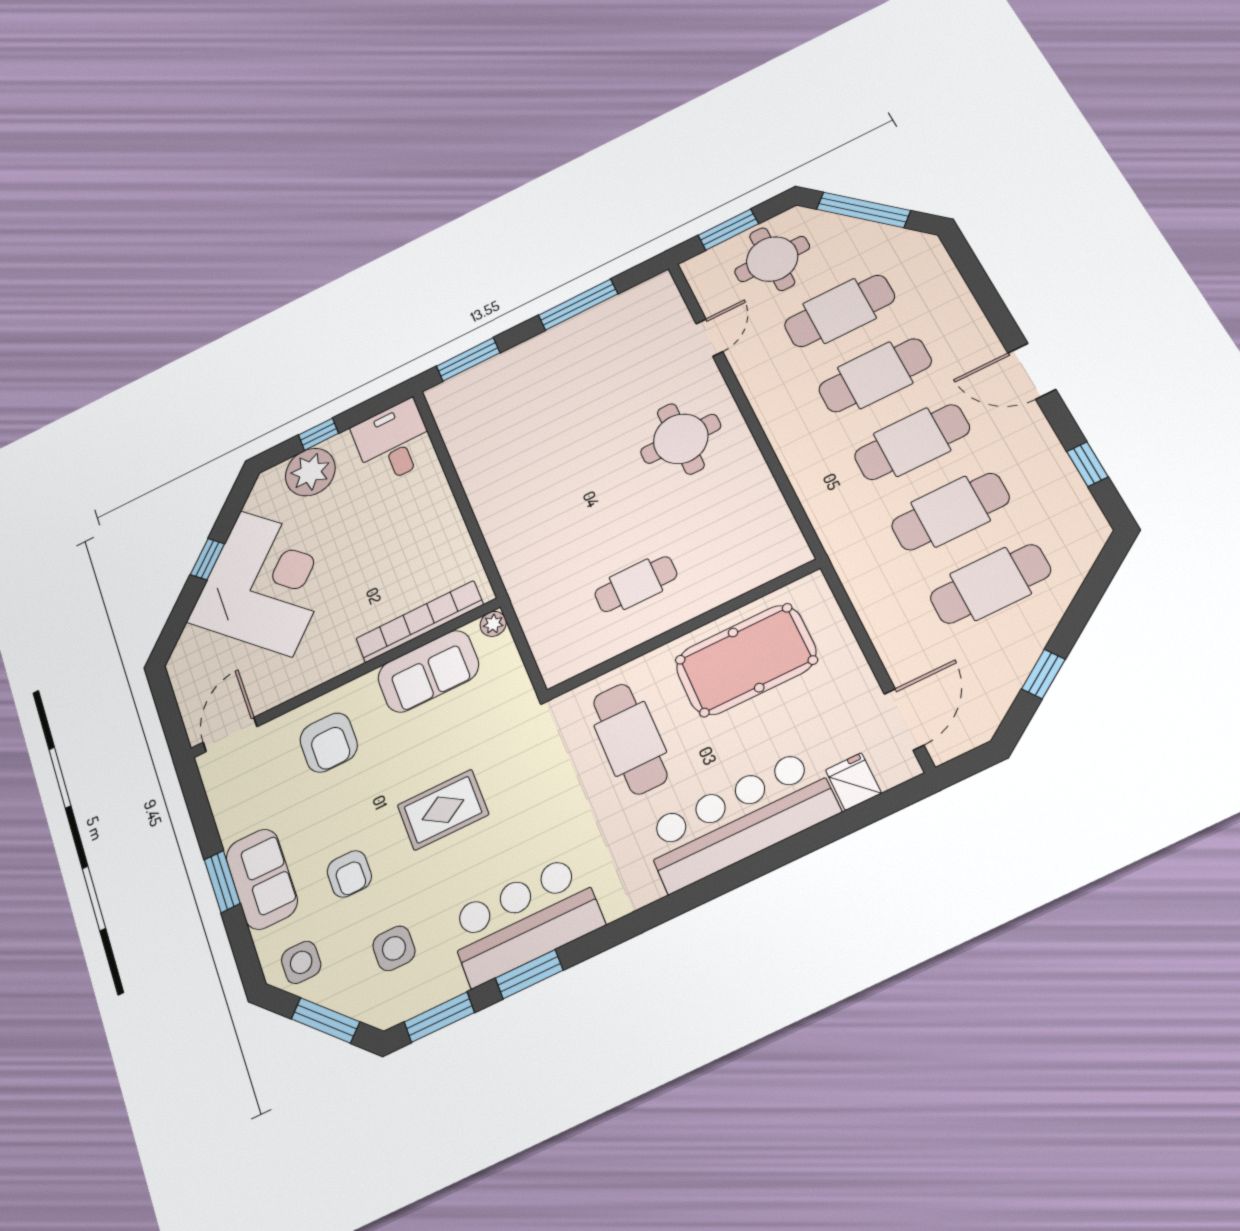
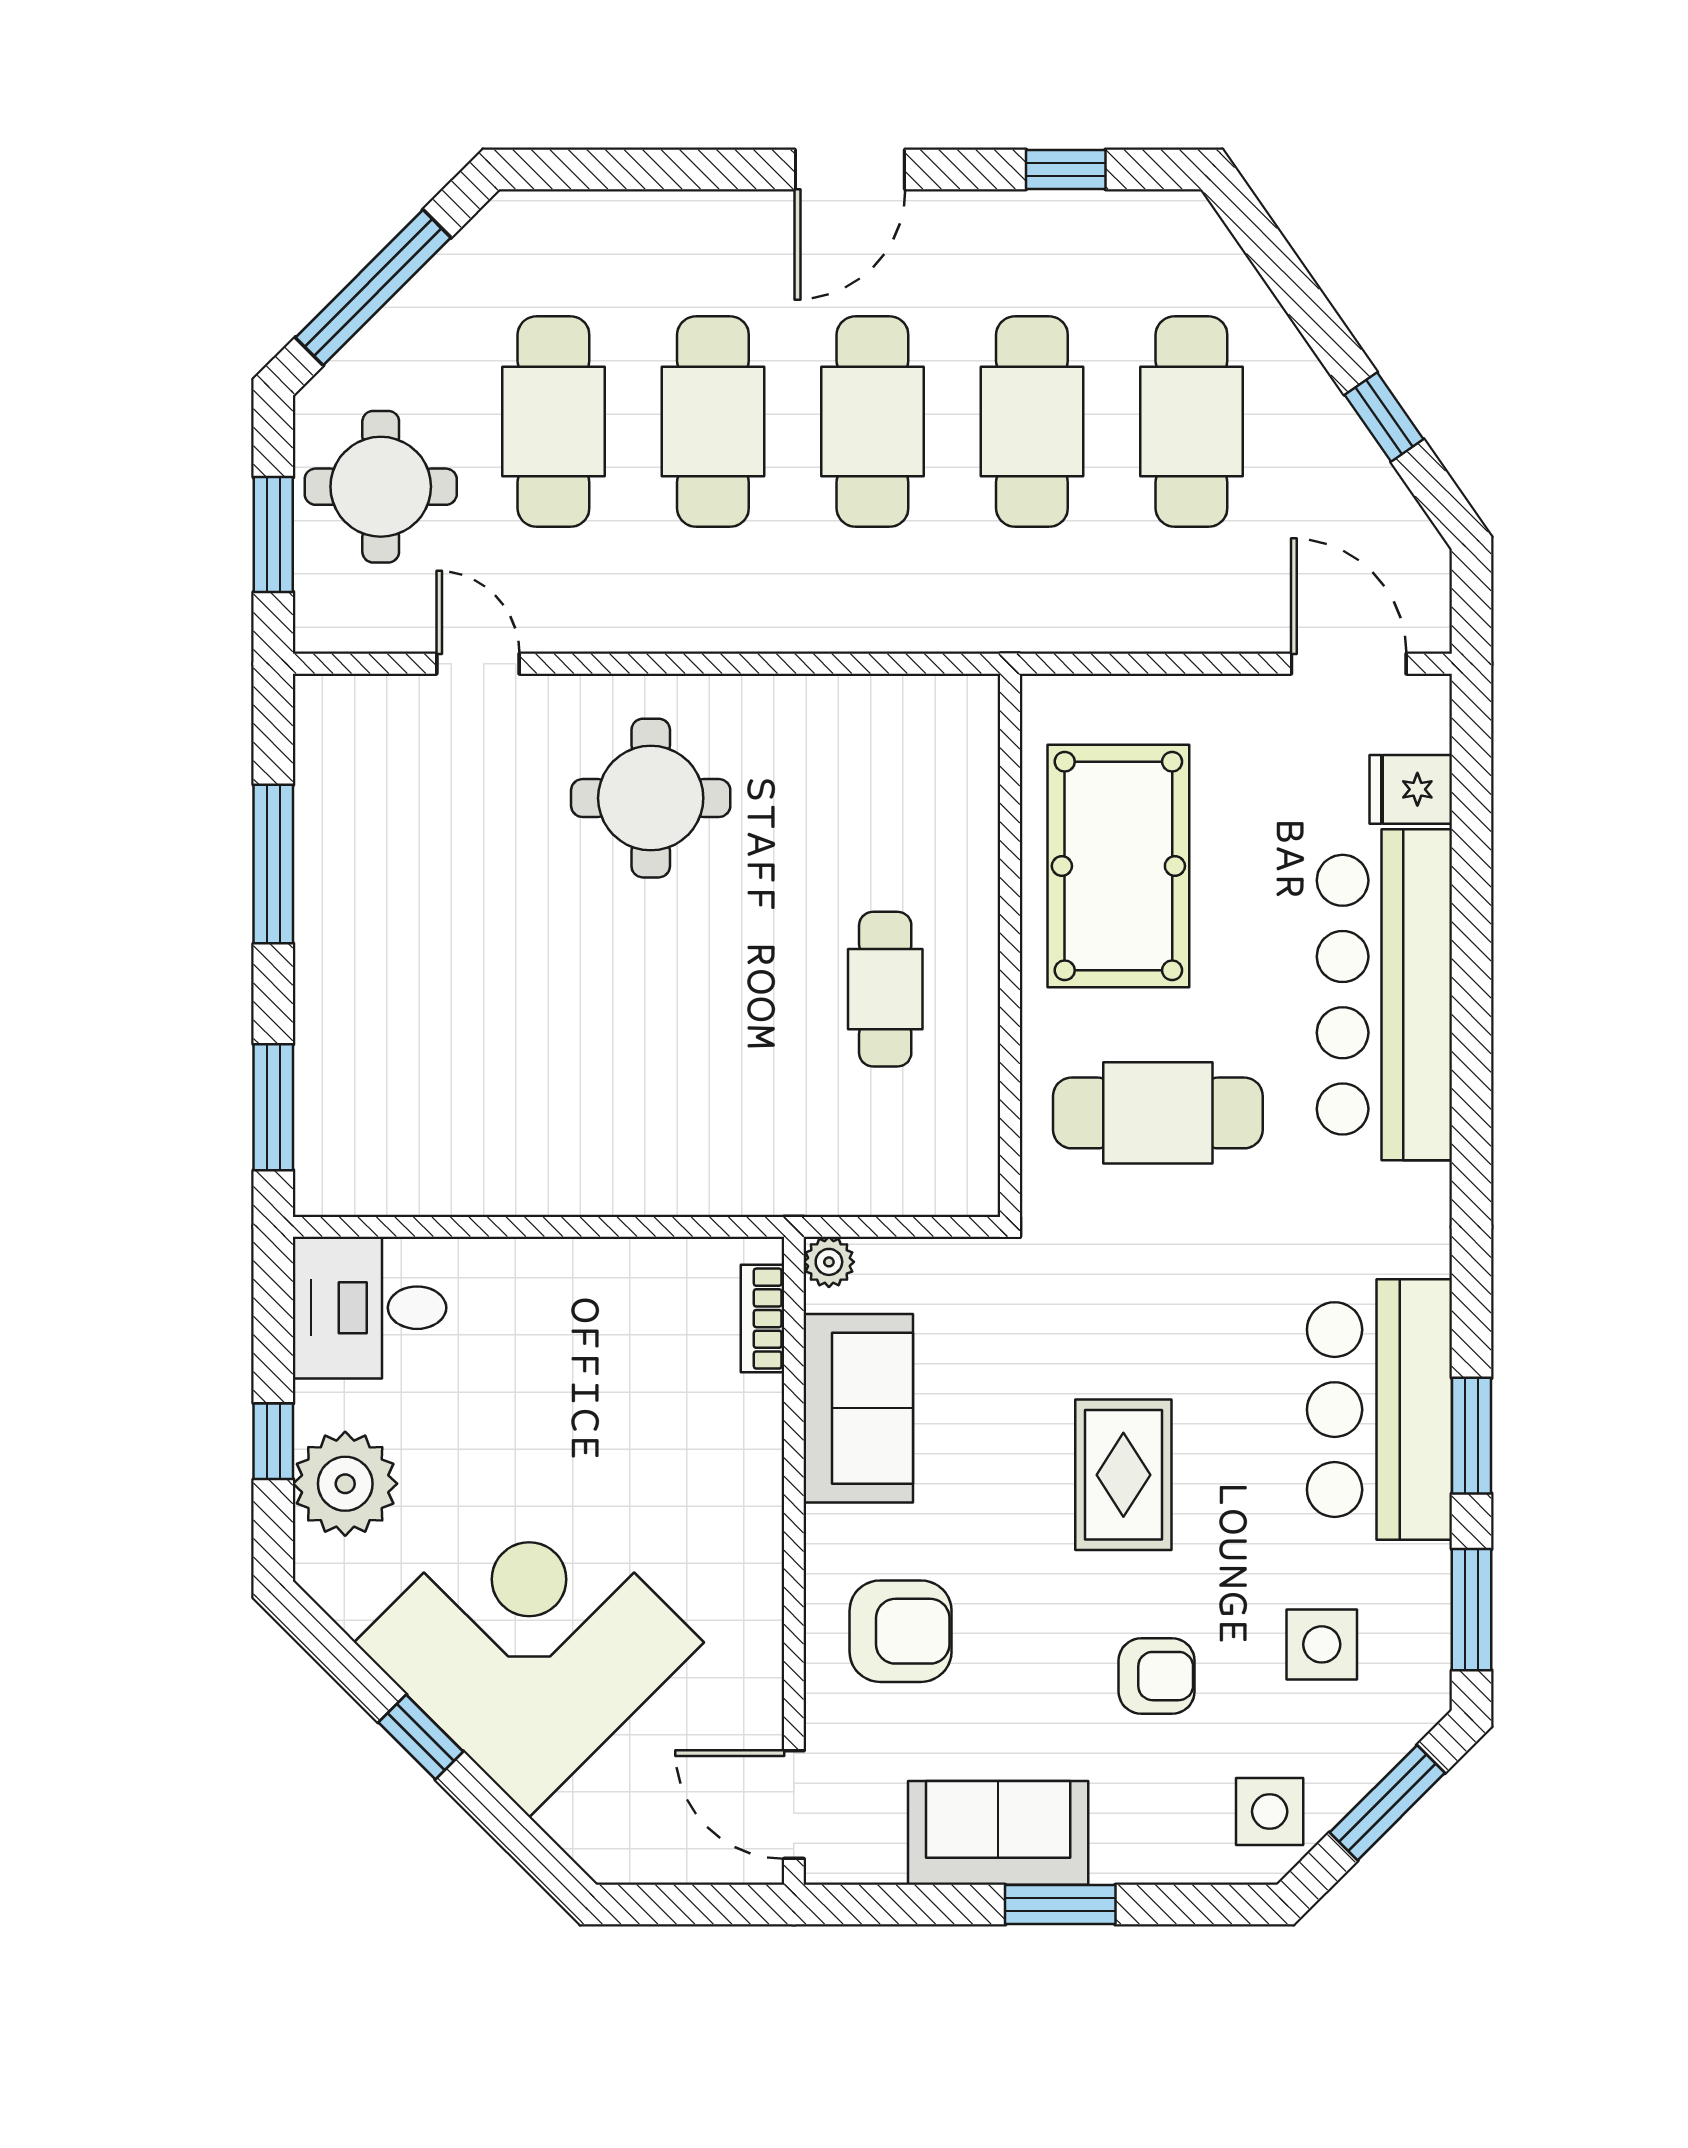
bookcase: (420, 622) -> (763, 1319), width x0.43, depth x0.76
sofa: (262, 879) -> (998, 1833), moved

